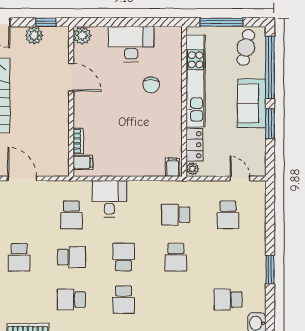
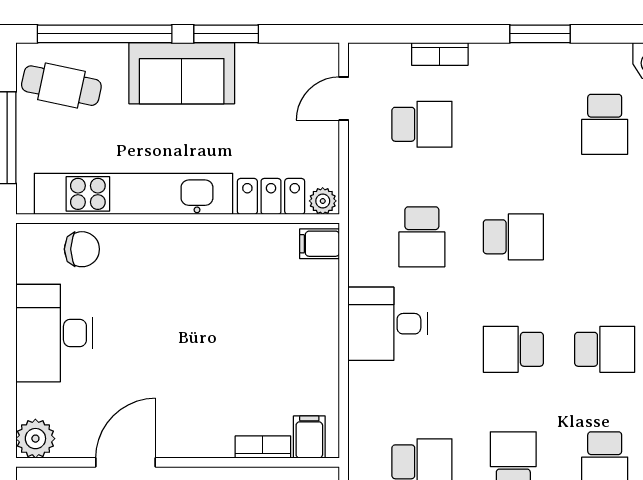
chair: (151, 85) -> (82, 249), moved
desk: (109, 199) -> (388, 324), moved
bookcase: (261, 223) -> (440, 54), added

